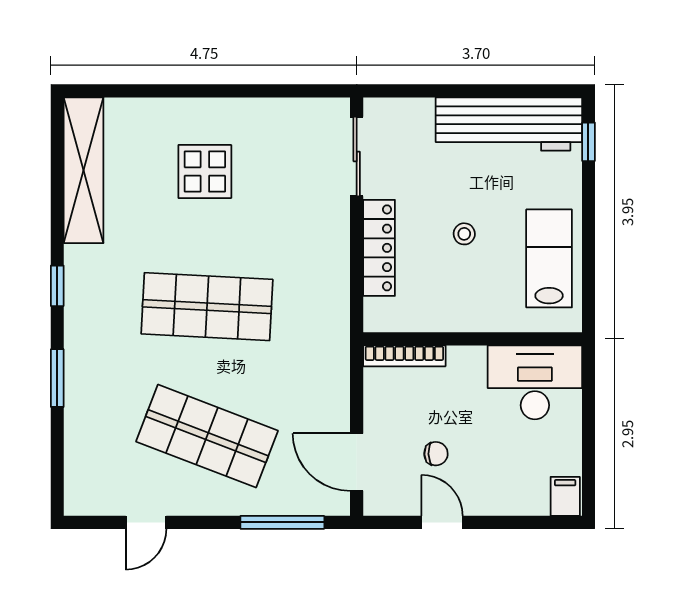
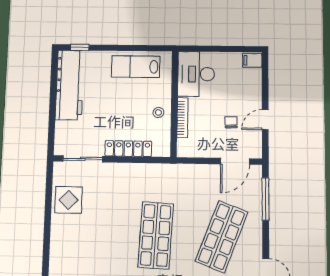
display table: (205, 171) -> (68, 200), moved
stool: (464, 234) -> (158, 112), moved
bookcase: (404, 356) -> (182, 118), moved

